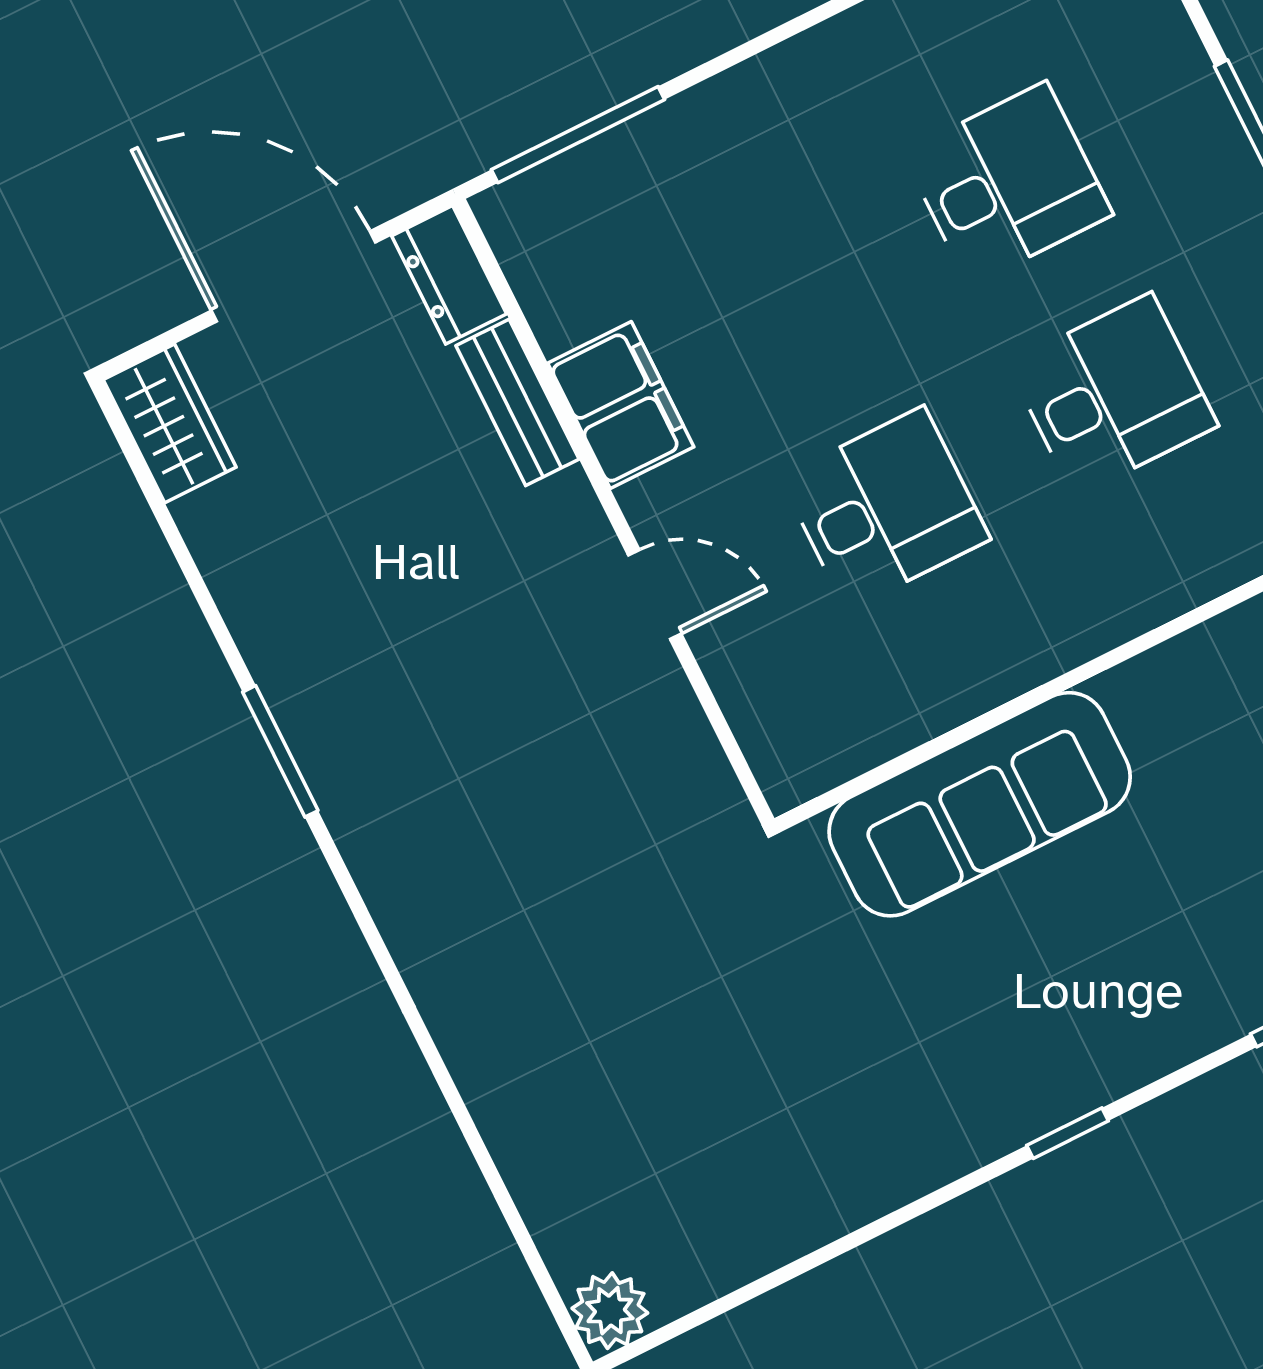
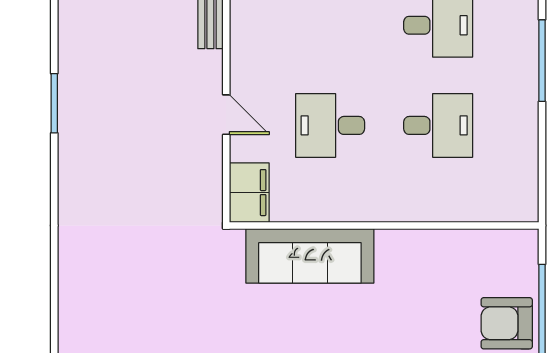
filing cabinet: (621, 405) -> (249, 193), moved
desk: (885, 508) -> (330, 125), turned 180

